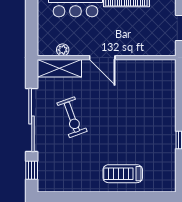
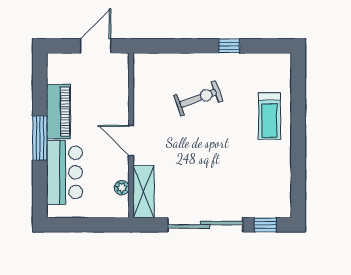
door: (102, 58) -> (131, 140), swing flipped
exercise bike: (72, 117) -> (198, 98), moved

